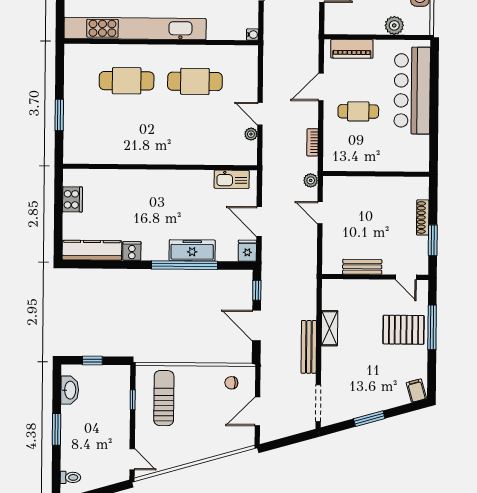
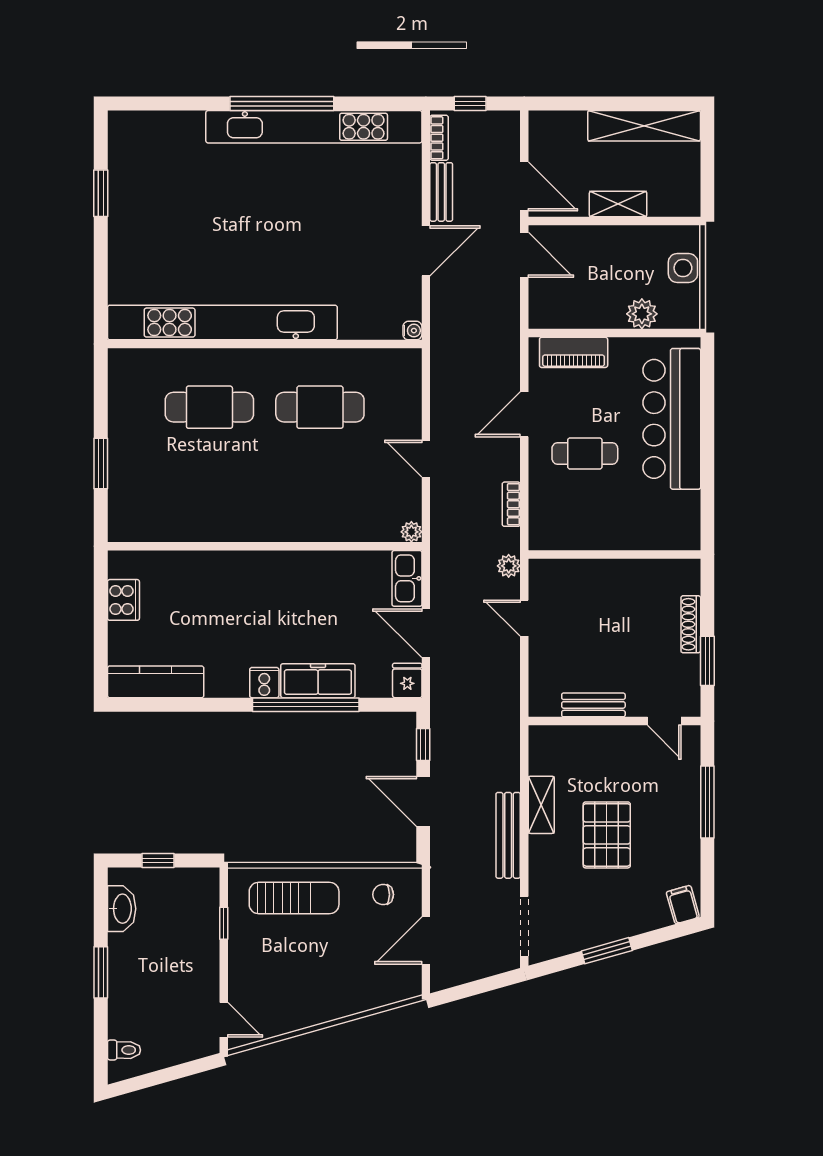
plant: (251, 134) -> (411, 532), moved
kitchen sink: (232, 179) -> (407, 578), moved, turned 90
cooker: (132, 251) -> (264, 683), moved
pallet: (404, 330) -> (607, 835), moved, turned 90
sun lounger: (164, 398) -> (294, 898), moved, turned 90

